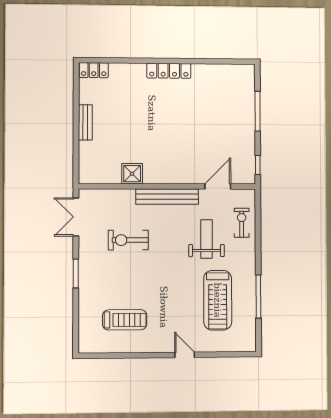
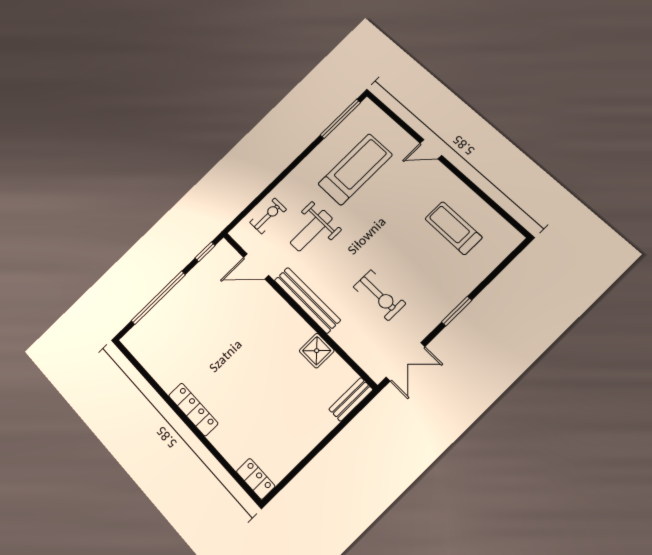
window: (258, 111) -> (158, 298), width x1.46
bench: (85, 122) -> (351, 399), moved
exercise bike: (242, 223) -> (268, 216), turned 180
window: (258, 297) -> (340, 119), moved
door: (185, 355) -> (431, 149), hinge flipped

